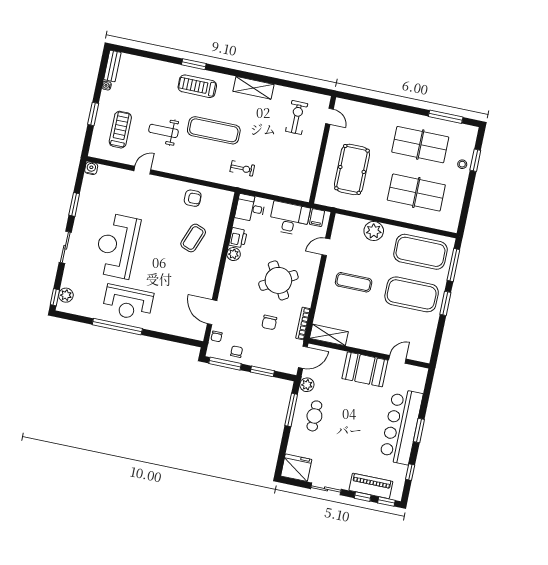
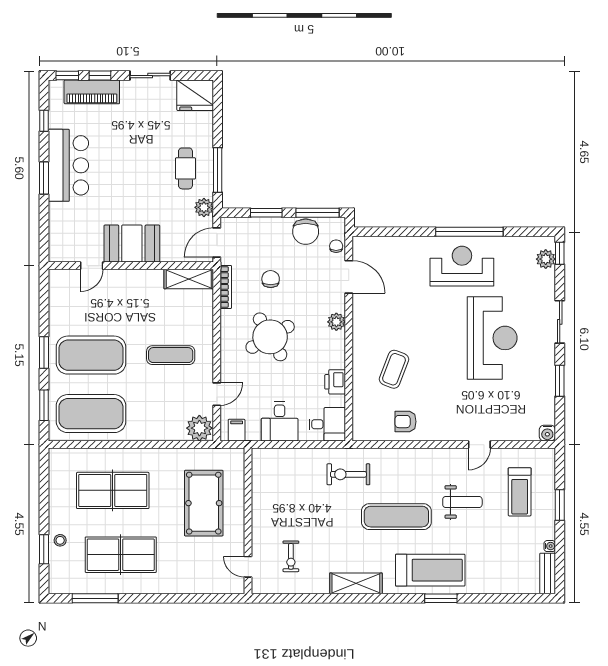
treadmill: (197, 86) -> (430, 570), width x1.37, depth x1.38
exercise bike: (297, 117) -> (291, 556), width x0.73, depth x0.72
exercise bike: (242, 168) -> (348, 474), width x1.38, depth x1.39
desk: (289, 218) -> (280, 421), width x0.73
plant: (374, 231) -> (199, 428), moved
plant: (234, 254) -> (336, 322), moved
window: (453, 265) -> (44, 405), width x0.69
chair: (237, 352) -> (306, 232), width x1.87, depth x1.87
bar counter: (401, 426) -> (68, 165), width x0.73

